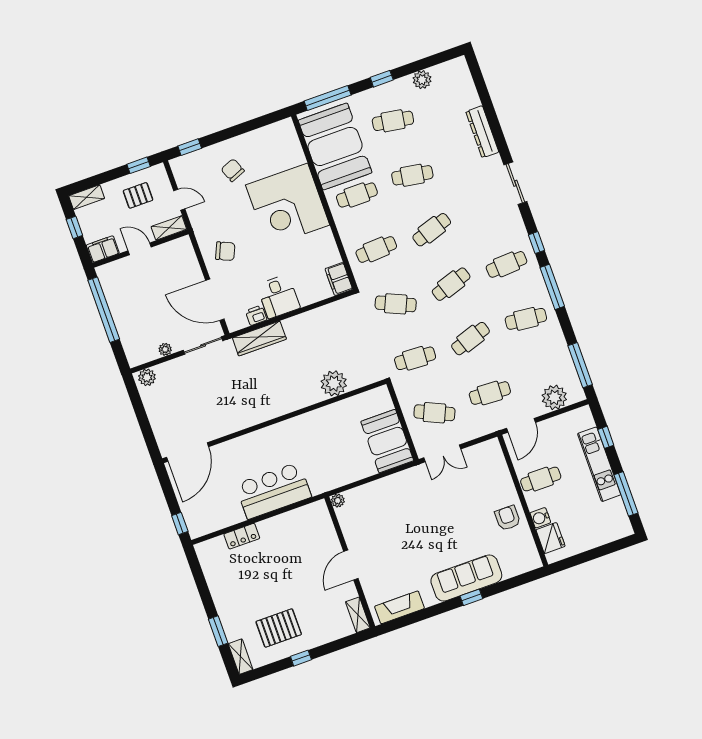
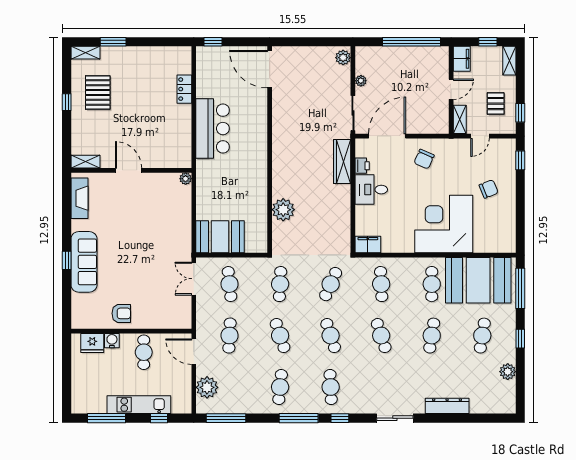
cafe table: (434, 413) -> (230, 284), turned -30

